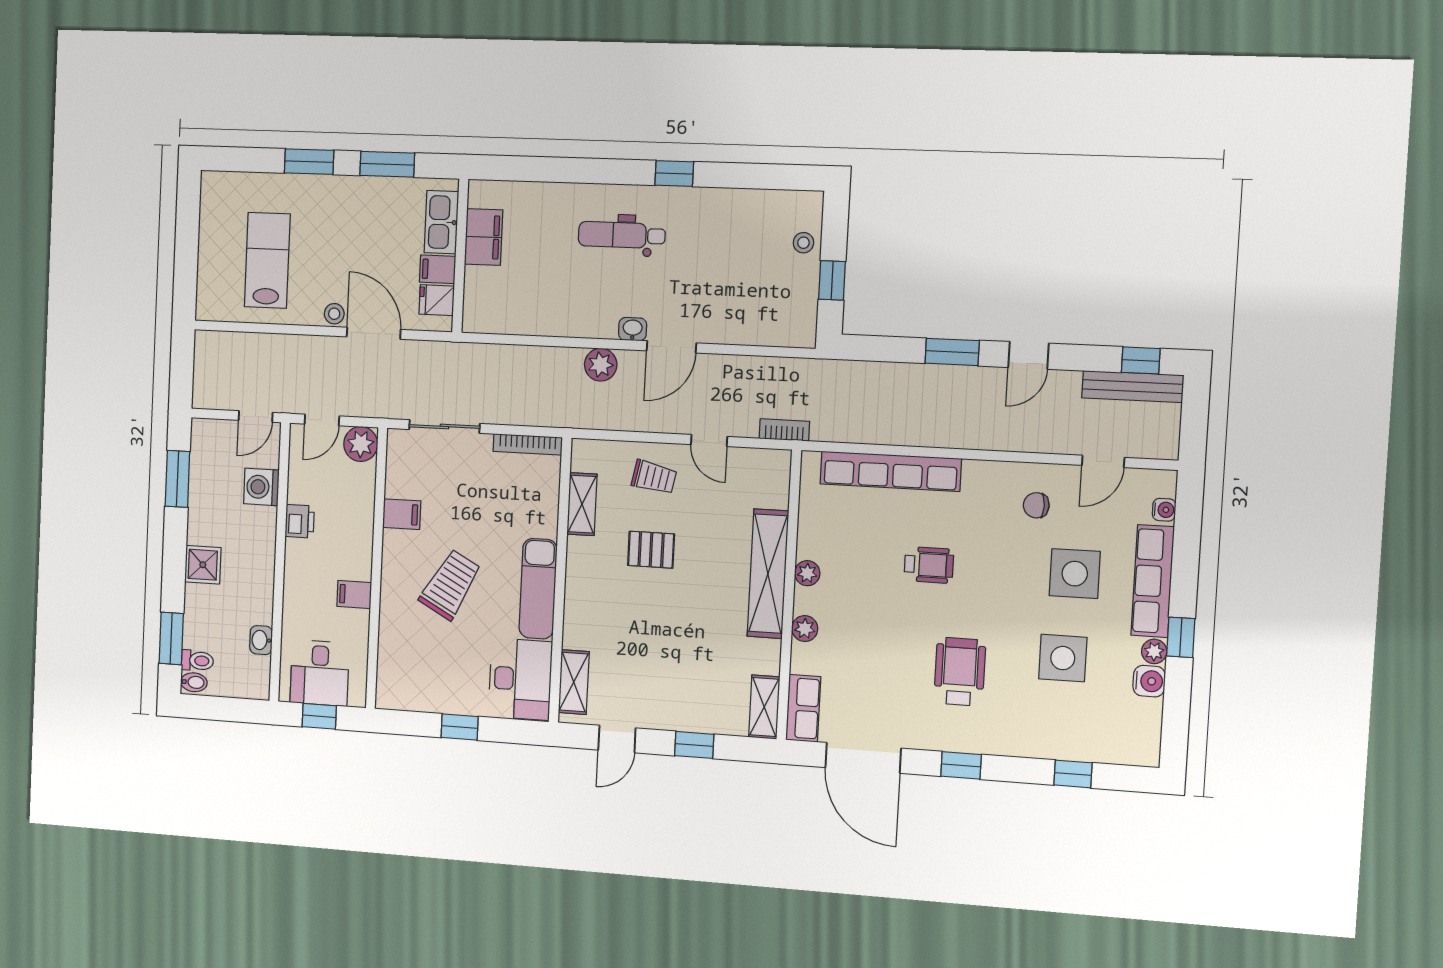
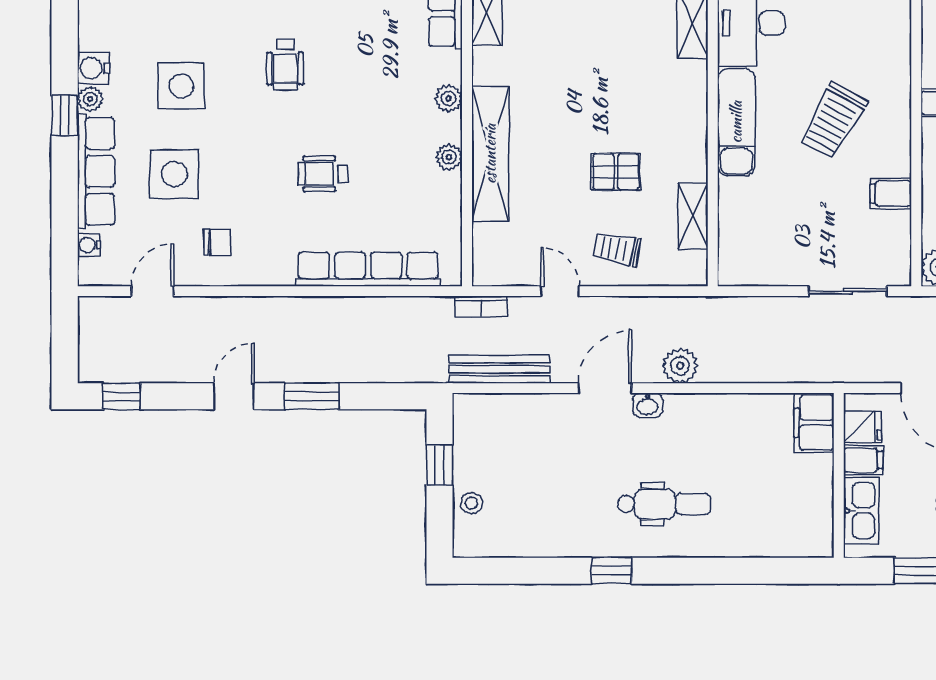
filing cabinet: (484, 237) -> (814, 423), moved
bench: (1133, 387) -> (499, 369), moved
bookcase: (528, 444) -> (755, 277), removed
wheelchair: (960, 672) -> (285, 64), width x0.73, depth x0.73

